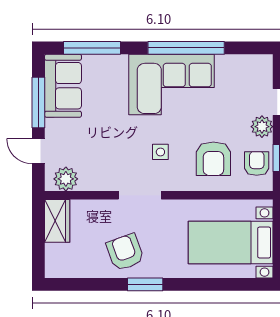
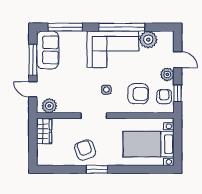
plant: (230, 69) -> (148, 40), added
armchair: (213, 159) -> (138, 94), turned -90

